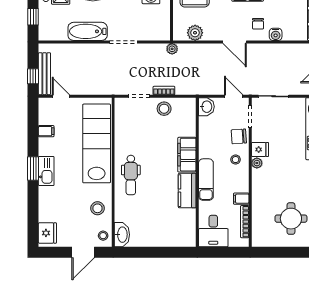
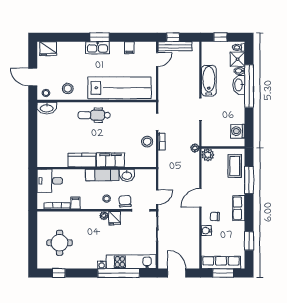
plant: (195, 33) -> (208, 155), moved
washbasin: (206, 107) -> (127, 175), moved
exam couch: (206, 180) -> (102, 175), moved

